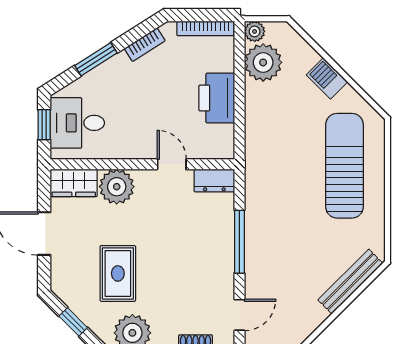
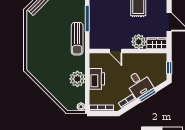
plant: (263, 62) -> (77, 79), moved
barbecue: (327, 78) -> (51, 87), removed
desk: (77, 123) -> (139, 84), moved, turned 58
sun lounger: (344, 166) -> (77, 39), moved, width x0.73, depth x0.75
dresser: (214, 181) -> (98, 44), removed

